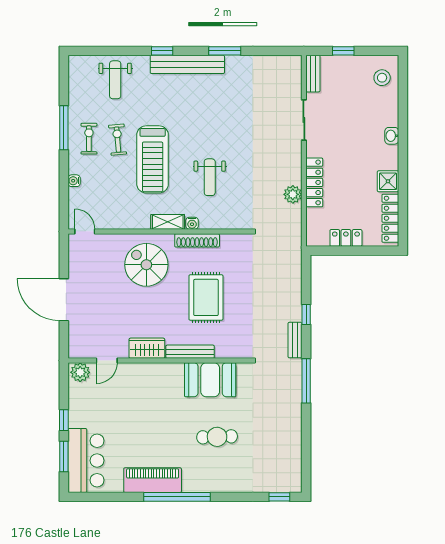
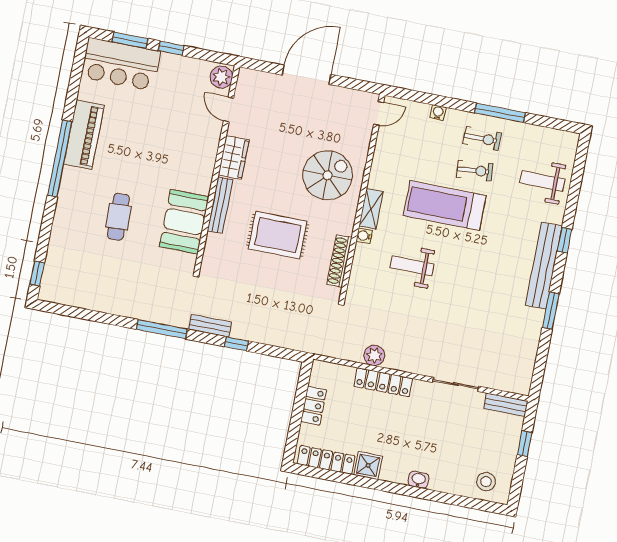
shoe rack: (197, 240) -> (339, 261), moved

